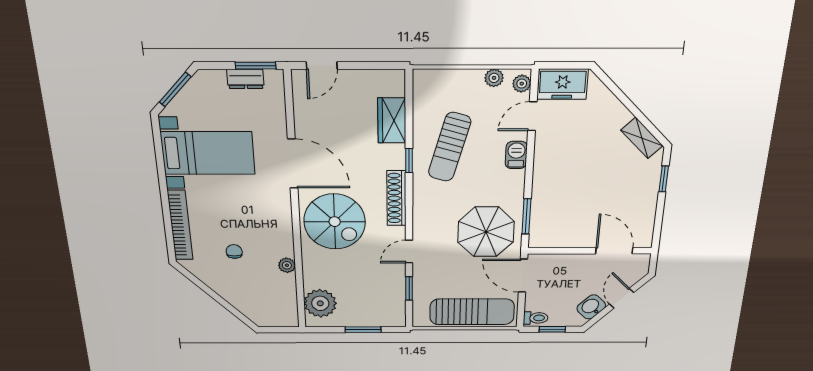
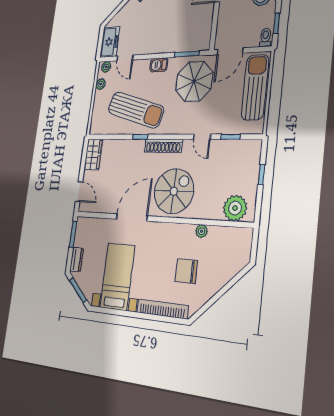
dresser: (245, 79) -> (77, 260), moved
wardrobe: (392, 121) -> (93, 154), moved, turned -90
sun lounger: (450, 147) -> (136, 110), width x1.36, depth x1.34
barbecue: (516, 155) -> (159, 65), moved
chair: (234, 251) -> (186, 271), width x1.87, depth x1.87
window: (363, 330) -> (261, 175), width x0.67

